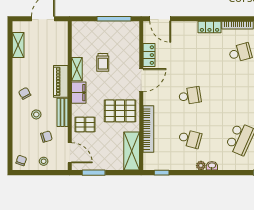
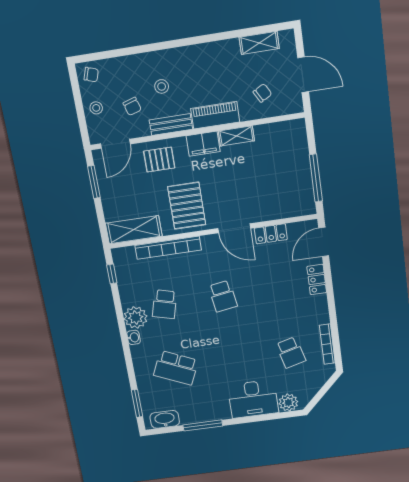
locker: (209, 27) -> (317, 280), moved
trolley: (103, 62) -> (251, 171), removed
chair: (25, 93) -> (262, 93), moved
pallet: (85, 125) -> (159, 160), turned 90
plant: (201, 166) -> (136, 317), width x1.88, depth x1.88

